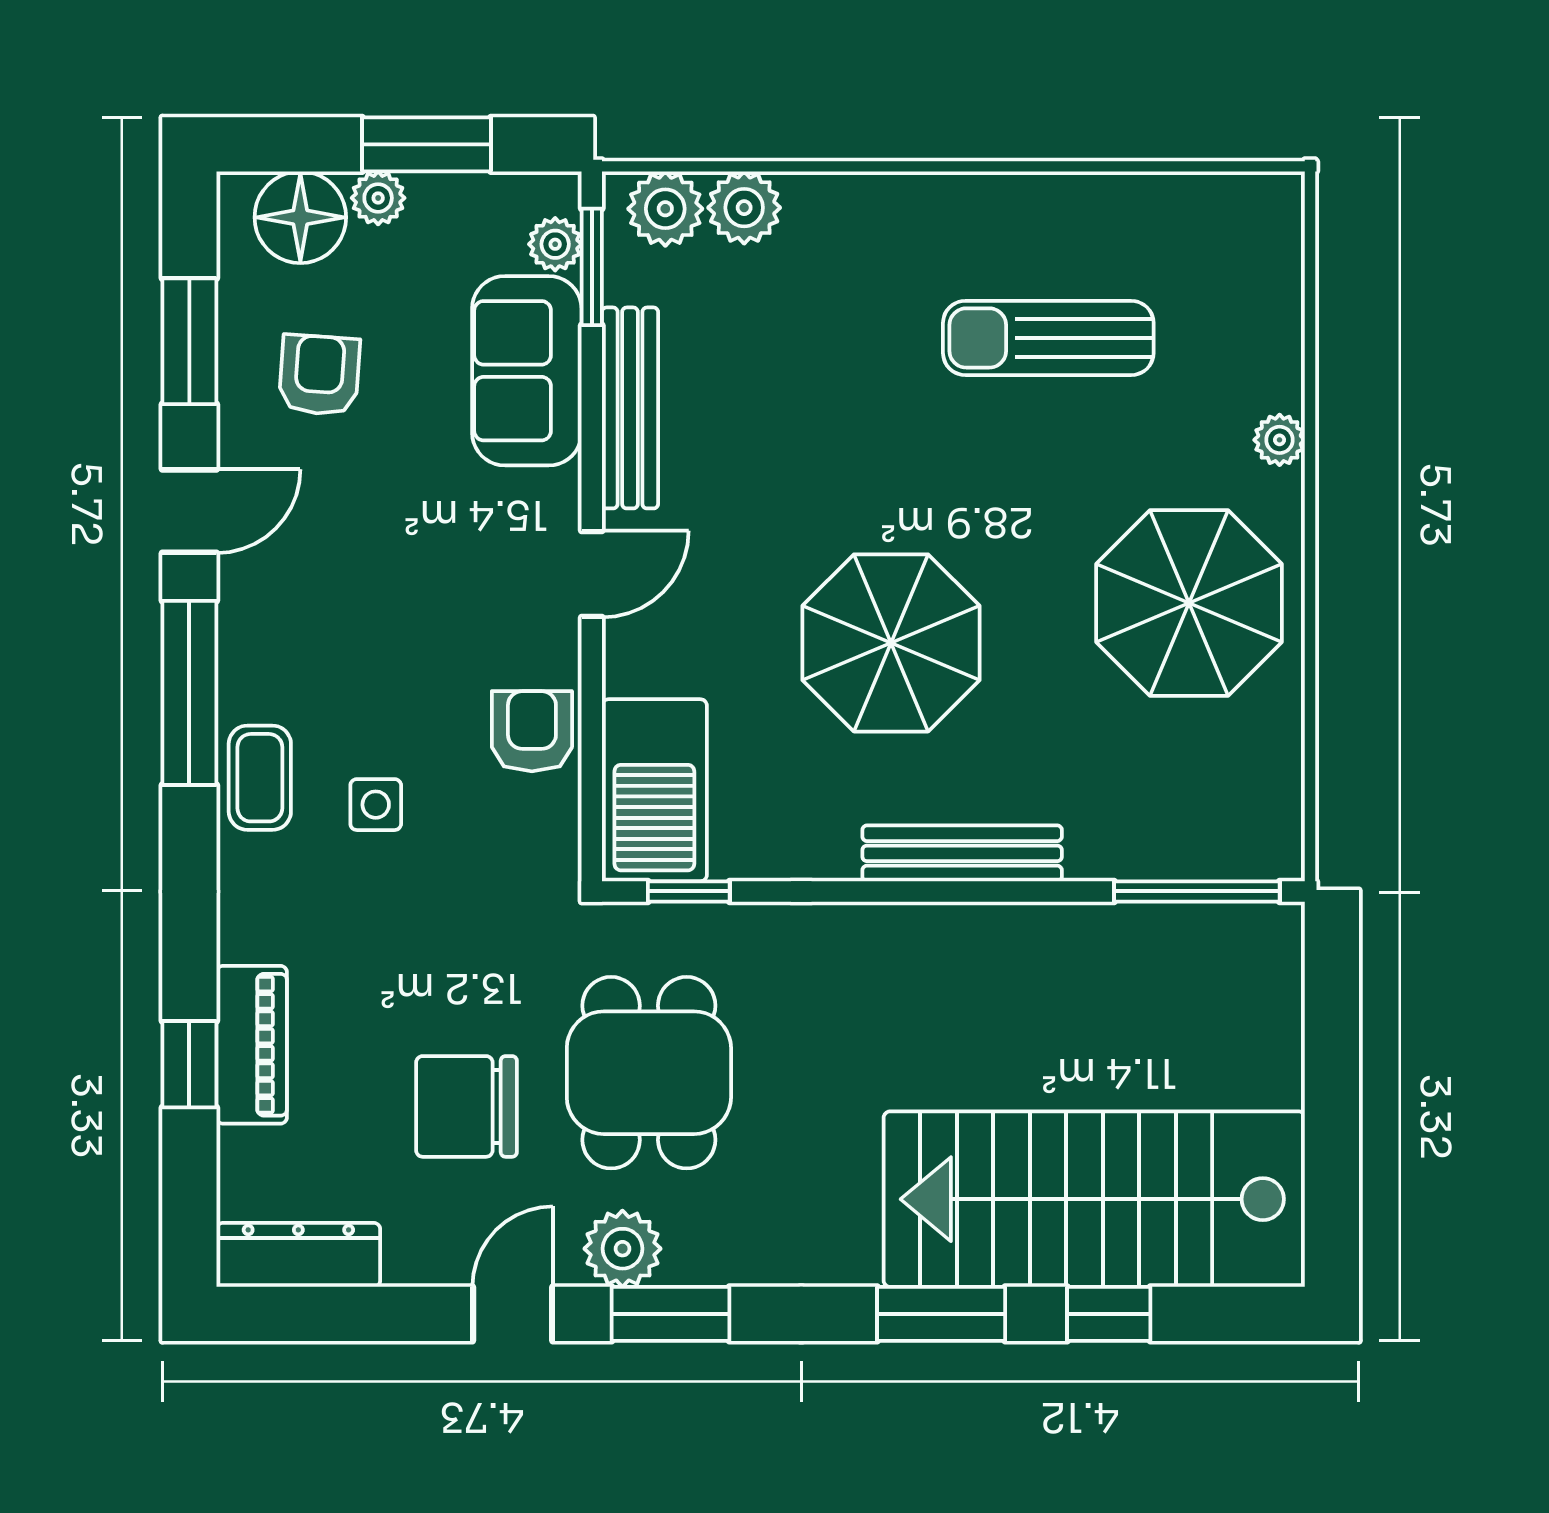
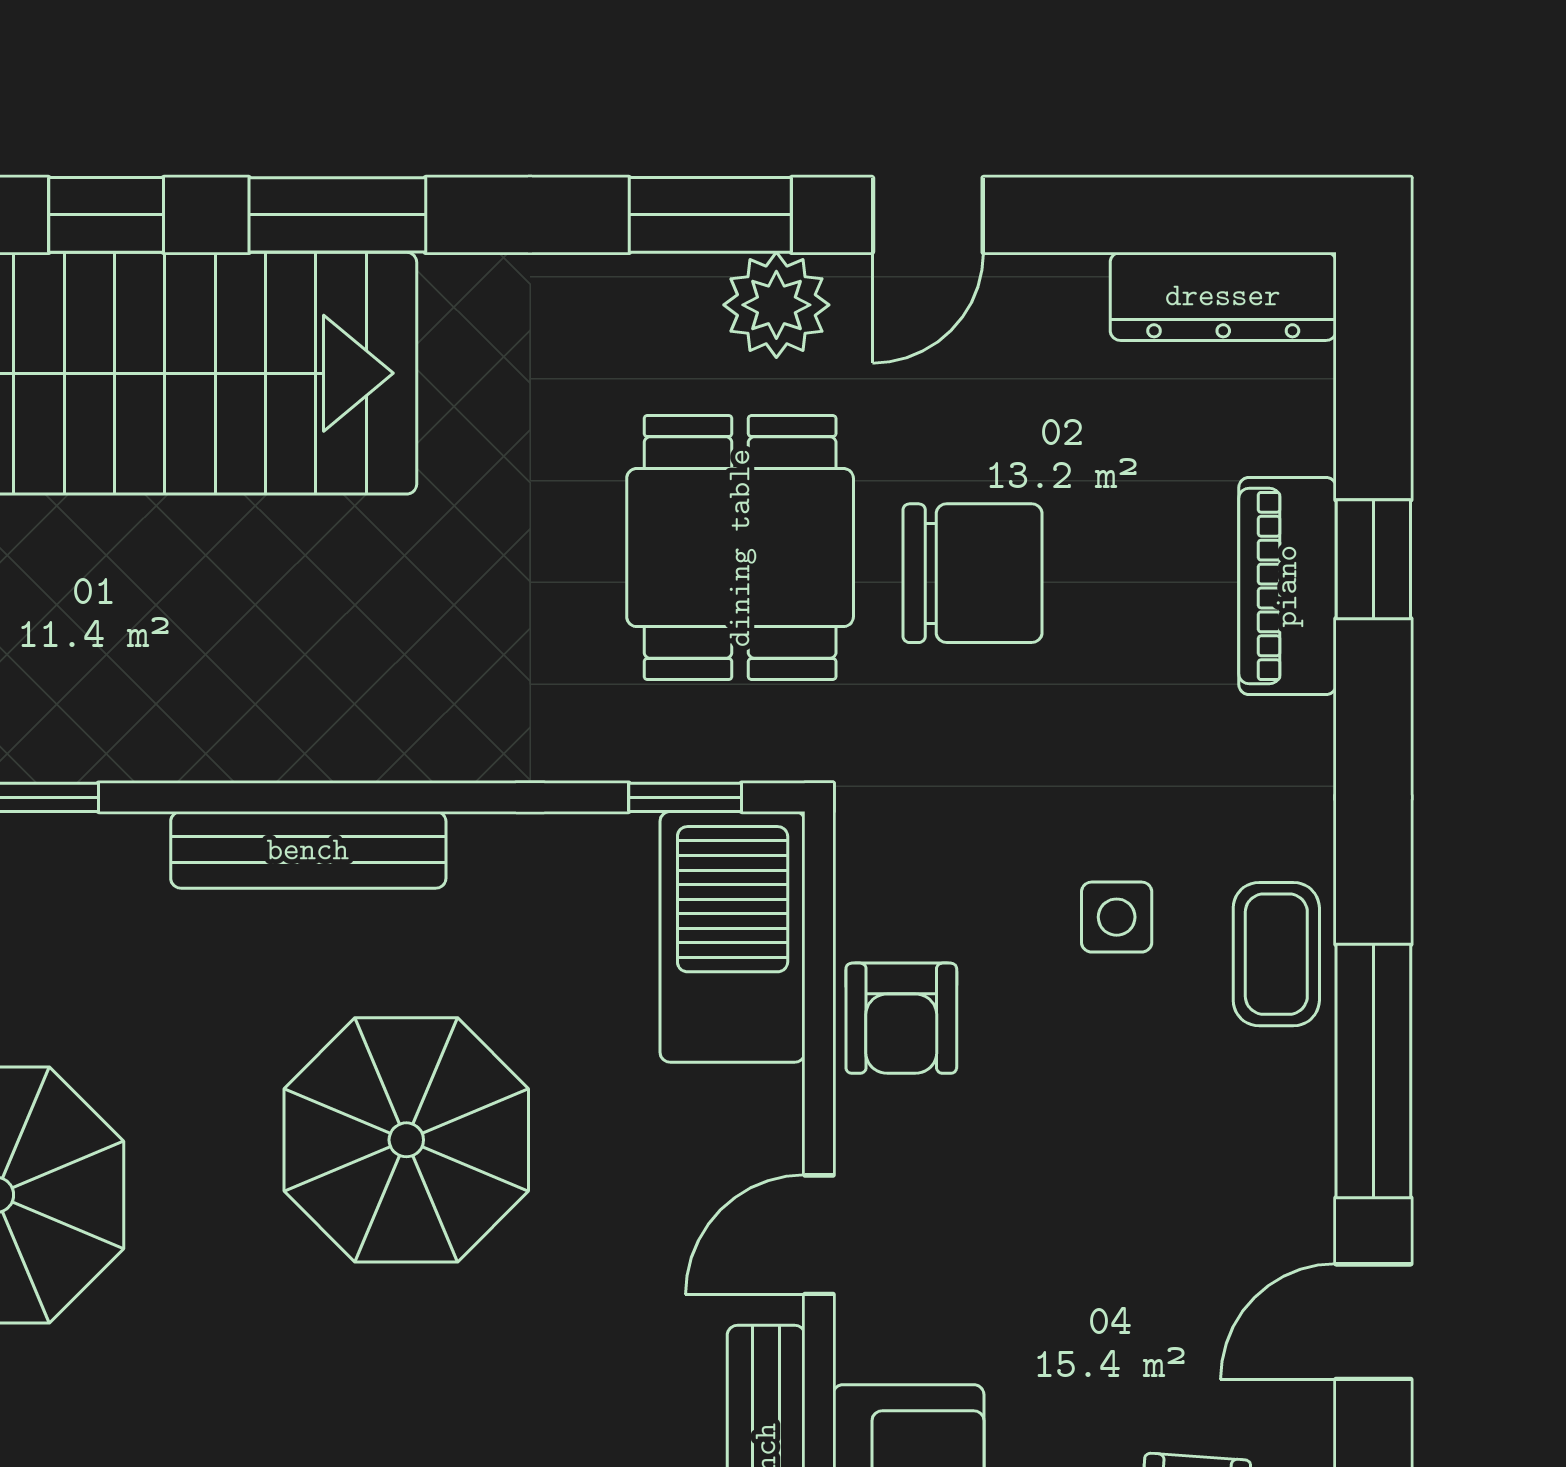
chair: (466, 1106) -> (972, 573), moved

